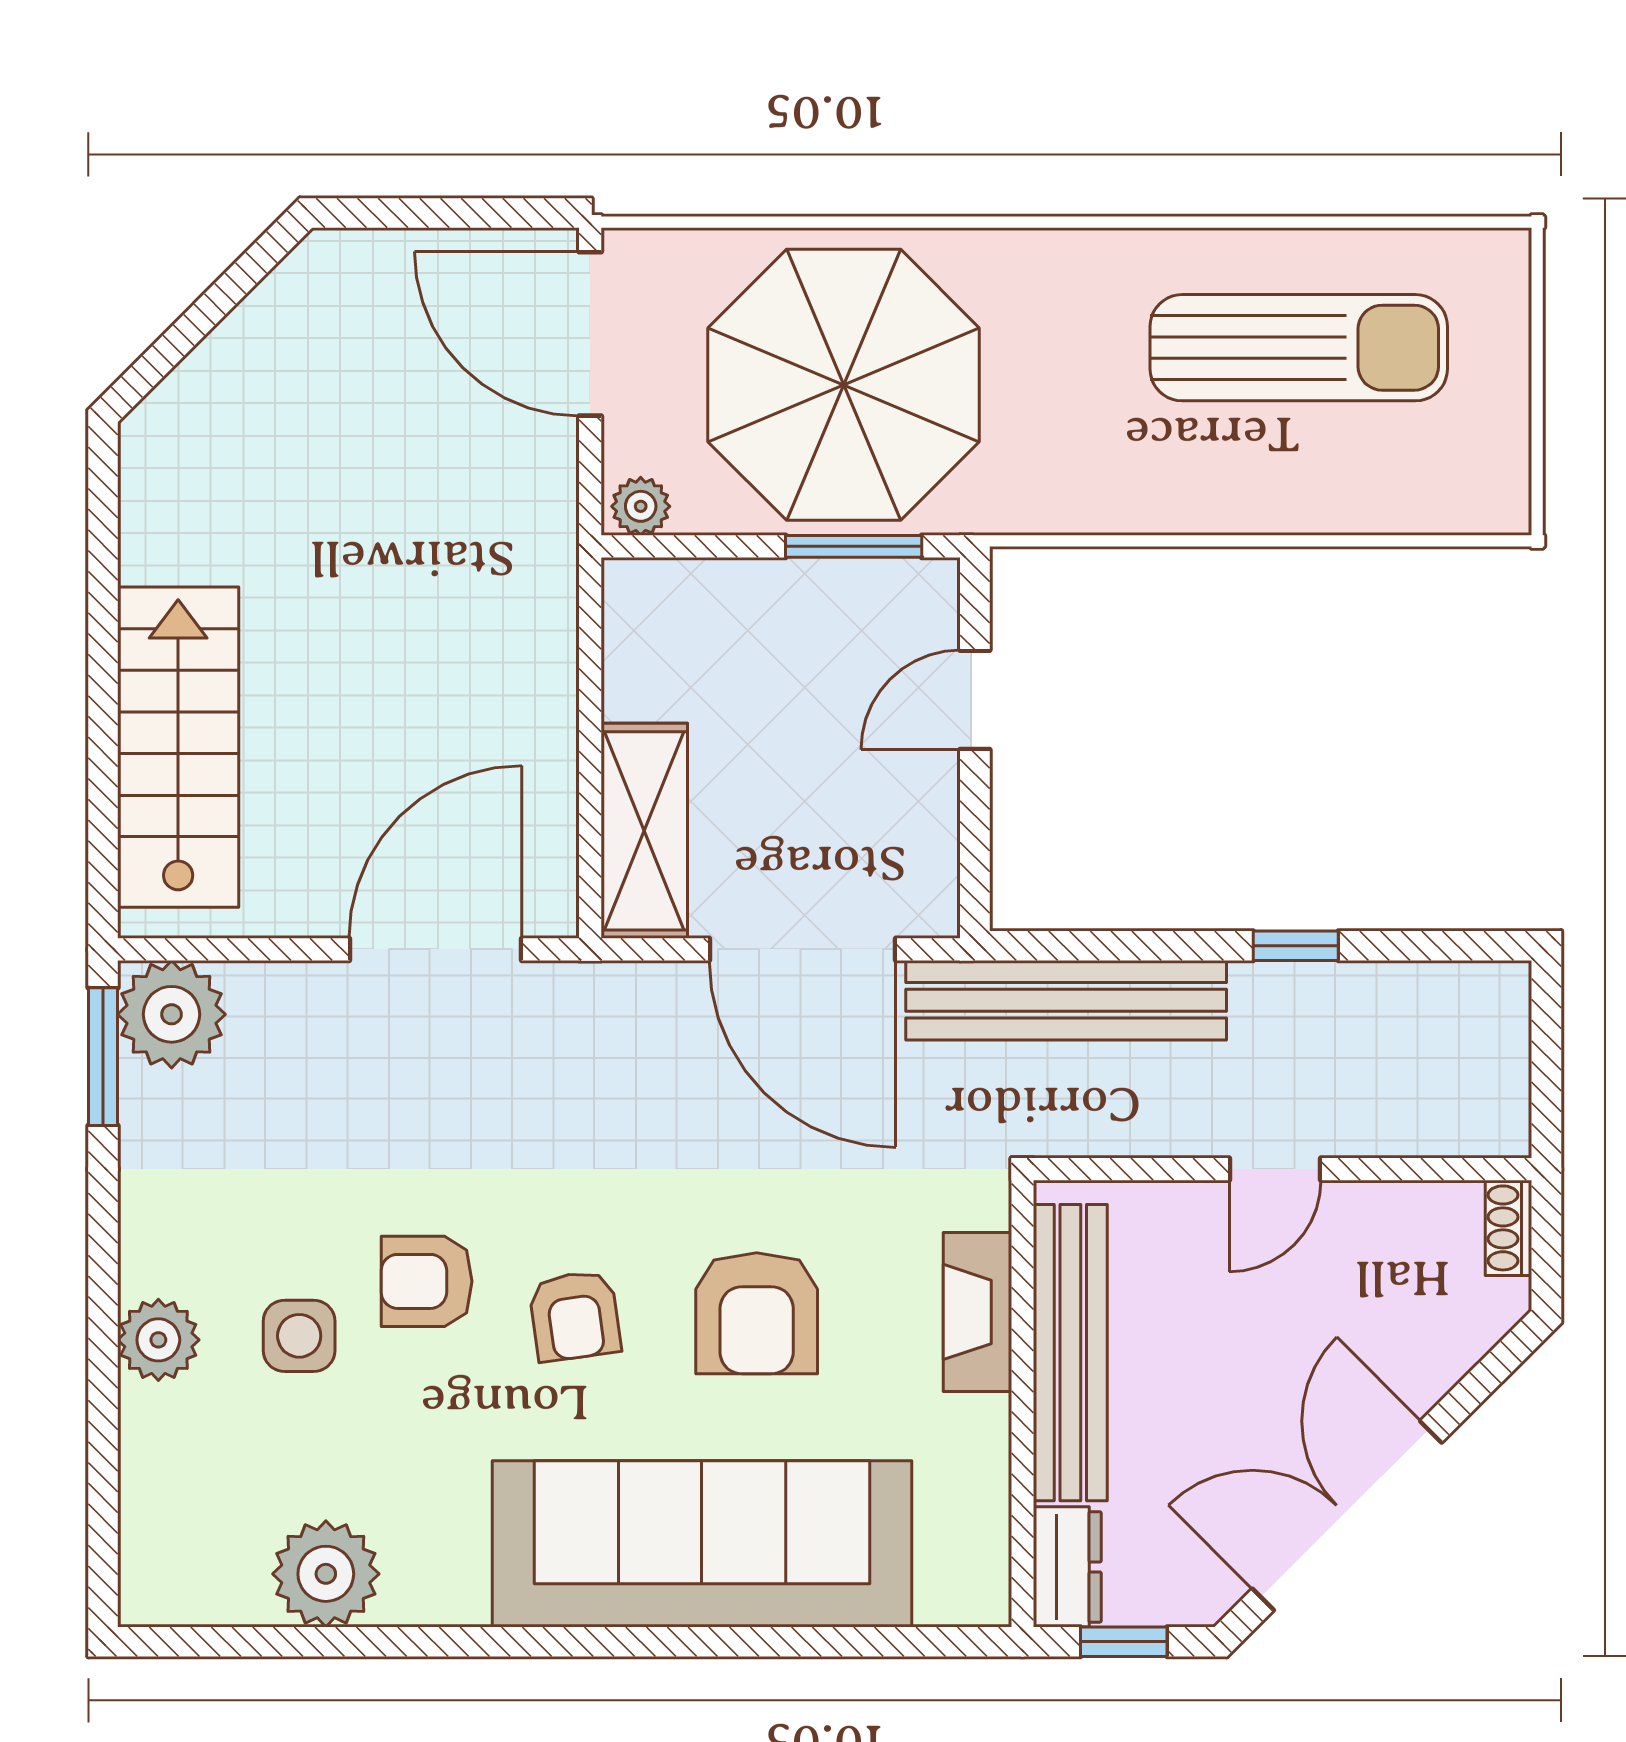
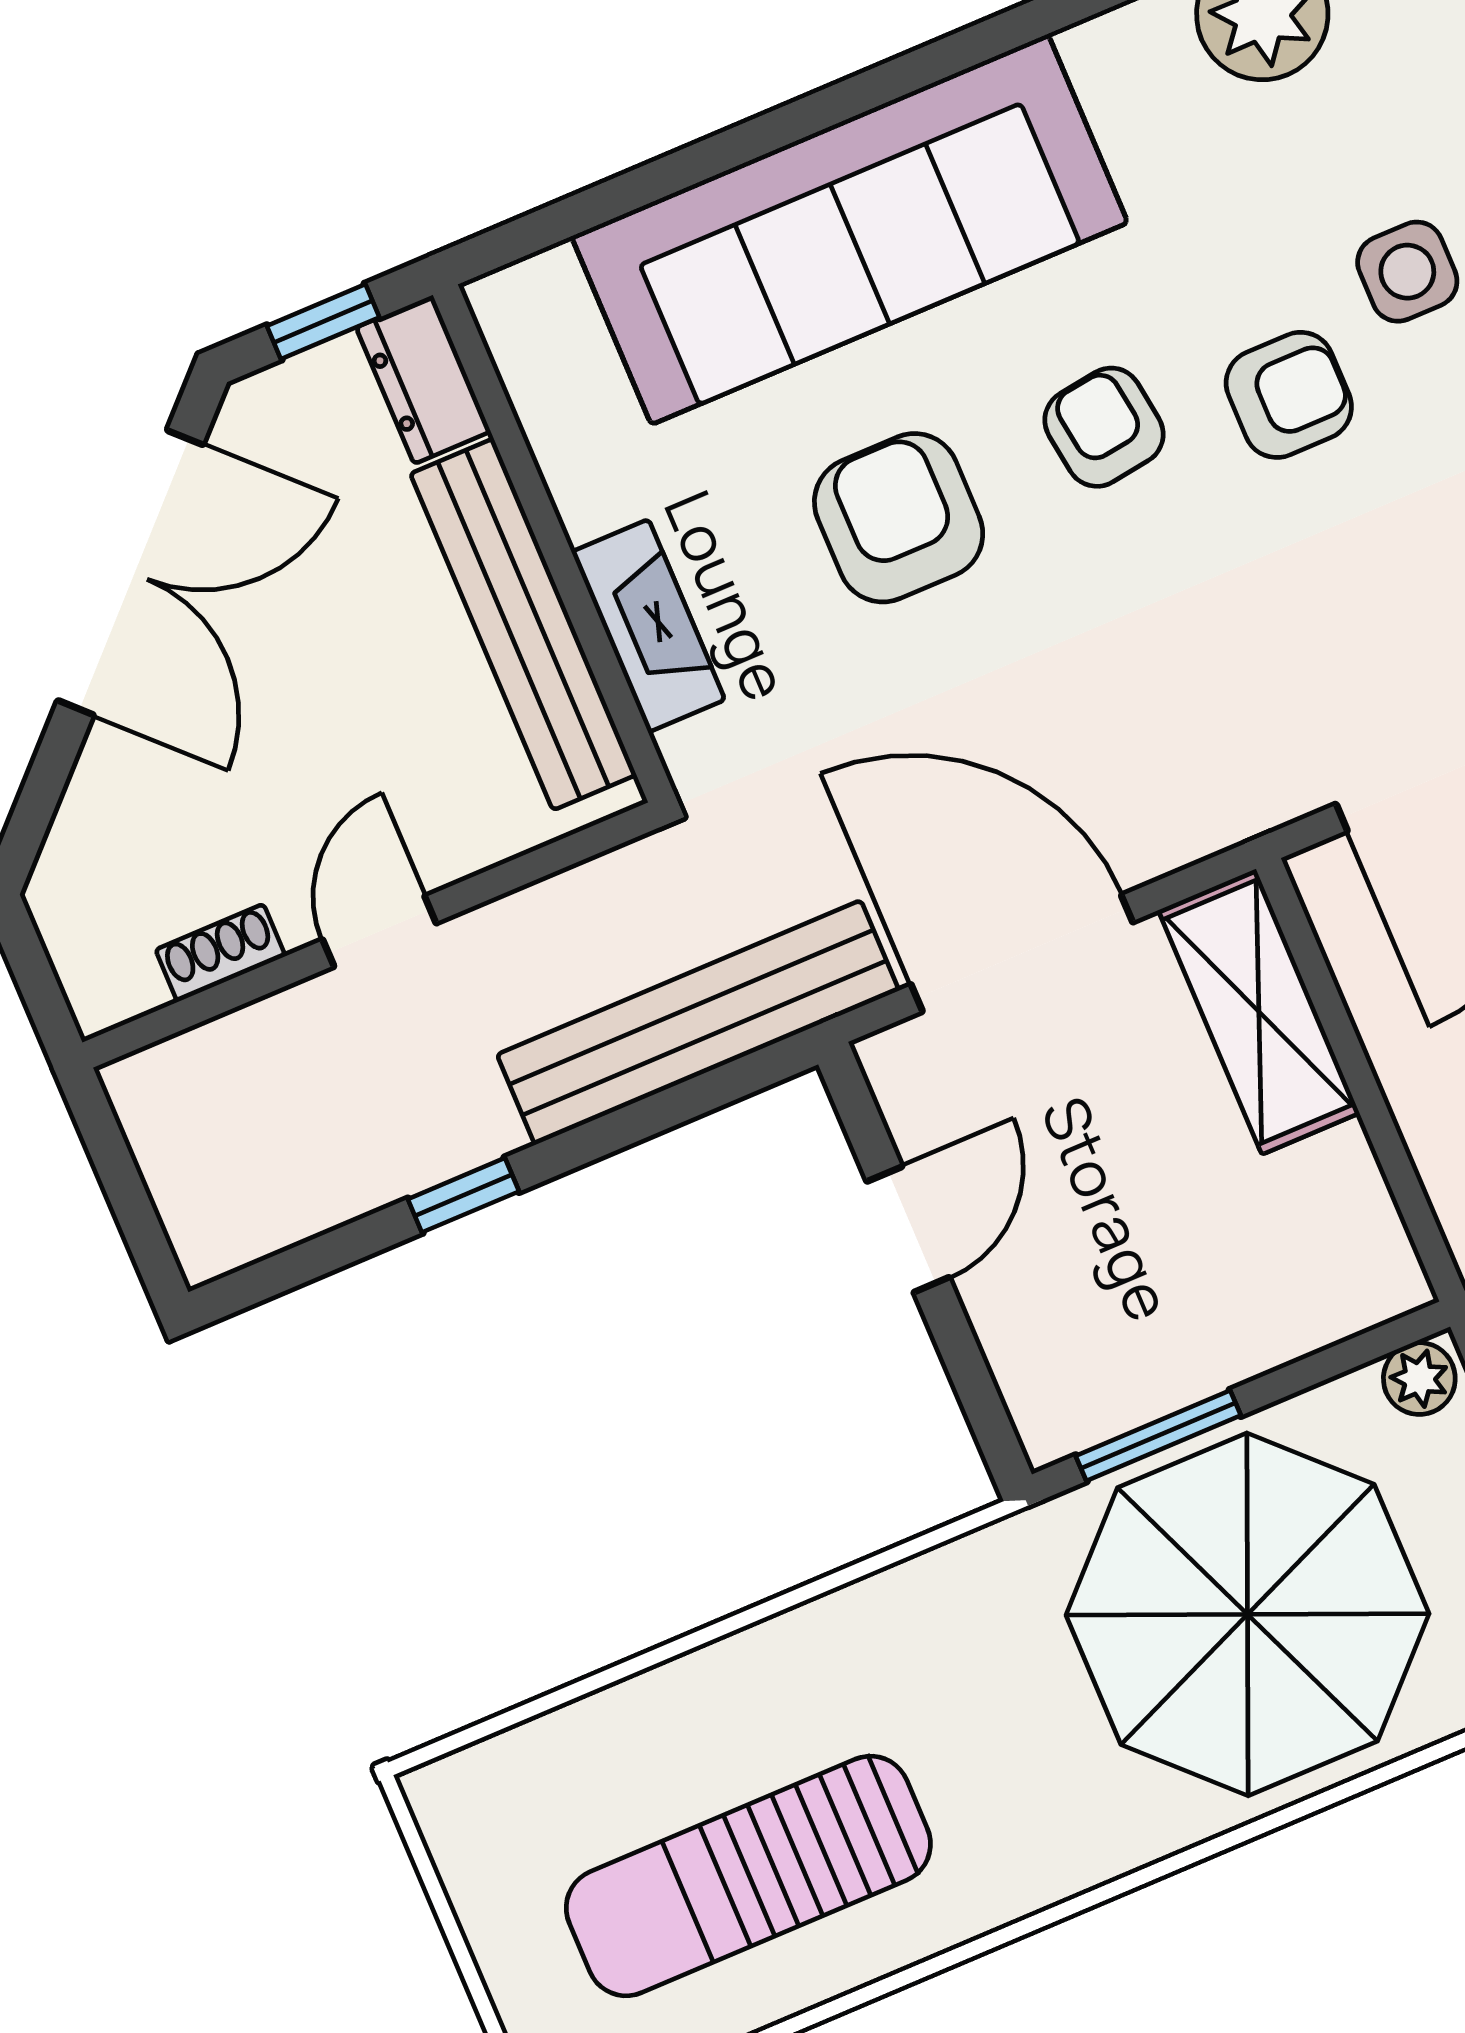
door: (975, 700) -> (908, 1229), moved
shoe rack: (1509, 1228) -> (220, 953), moved, turned -90

